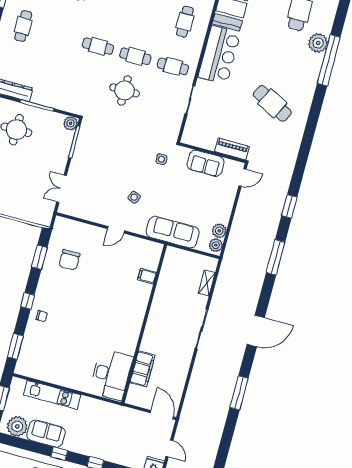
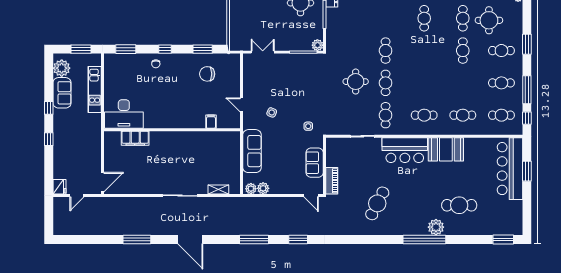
filing cabinet: (147, 276) -> (211, 122), moved
wall: (144, 324) -> (172, 130), moved
filing cabinet: (142, 369) -> (135, 138), moved
desk: (111, 375) -> (124, 114), moved

